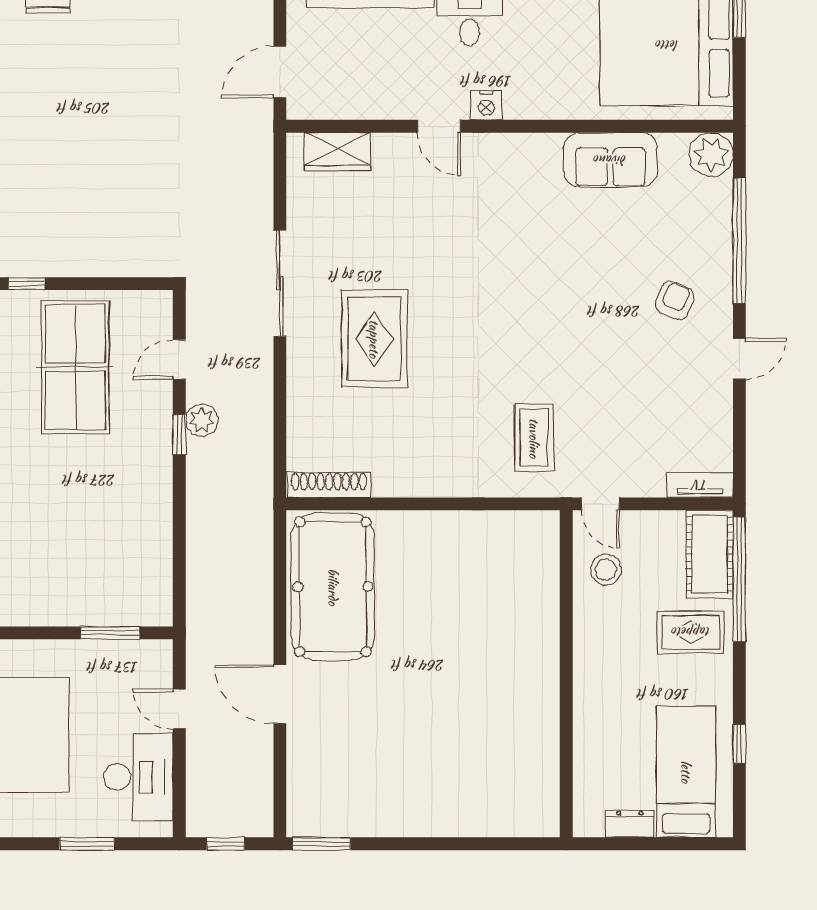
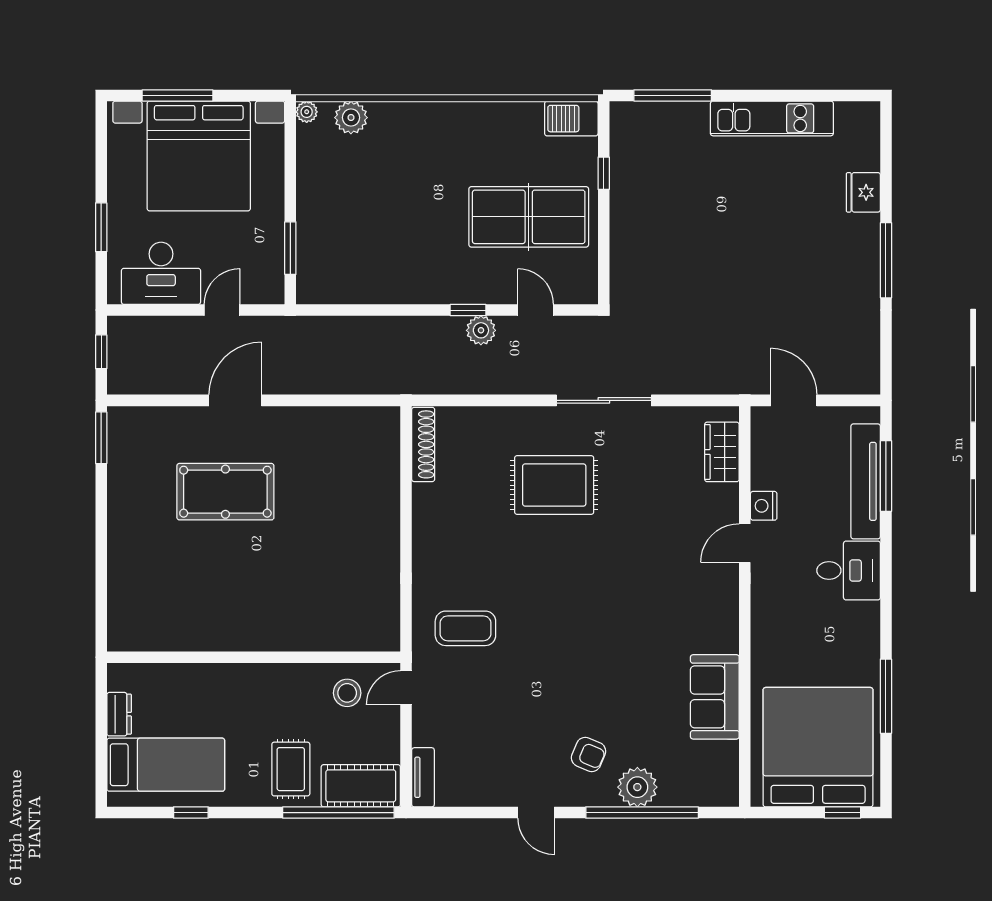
nightstand: (486, 105) -> (764, 506), moved
plant: (711, 155) -> (637, 787), moved
pool table: (333, 587) -> (225, 492), moved, width x0.73, depth x0.76

